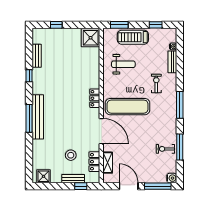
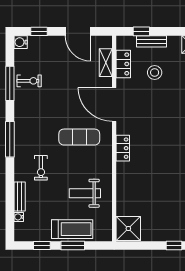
window: (119, 25) -> (73, 246), moved
exercise mat: (128, 107) -> (79, 137), width x0.73, depth x0.69
window: (158, 186) -> (39, 31), width x0.46

